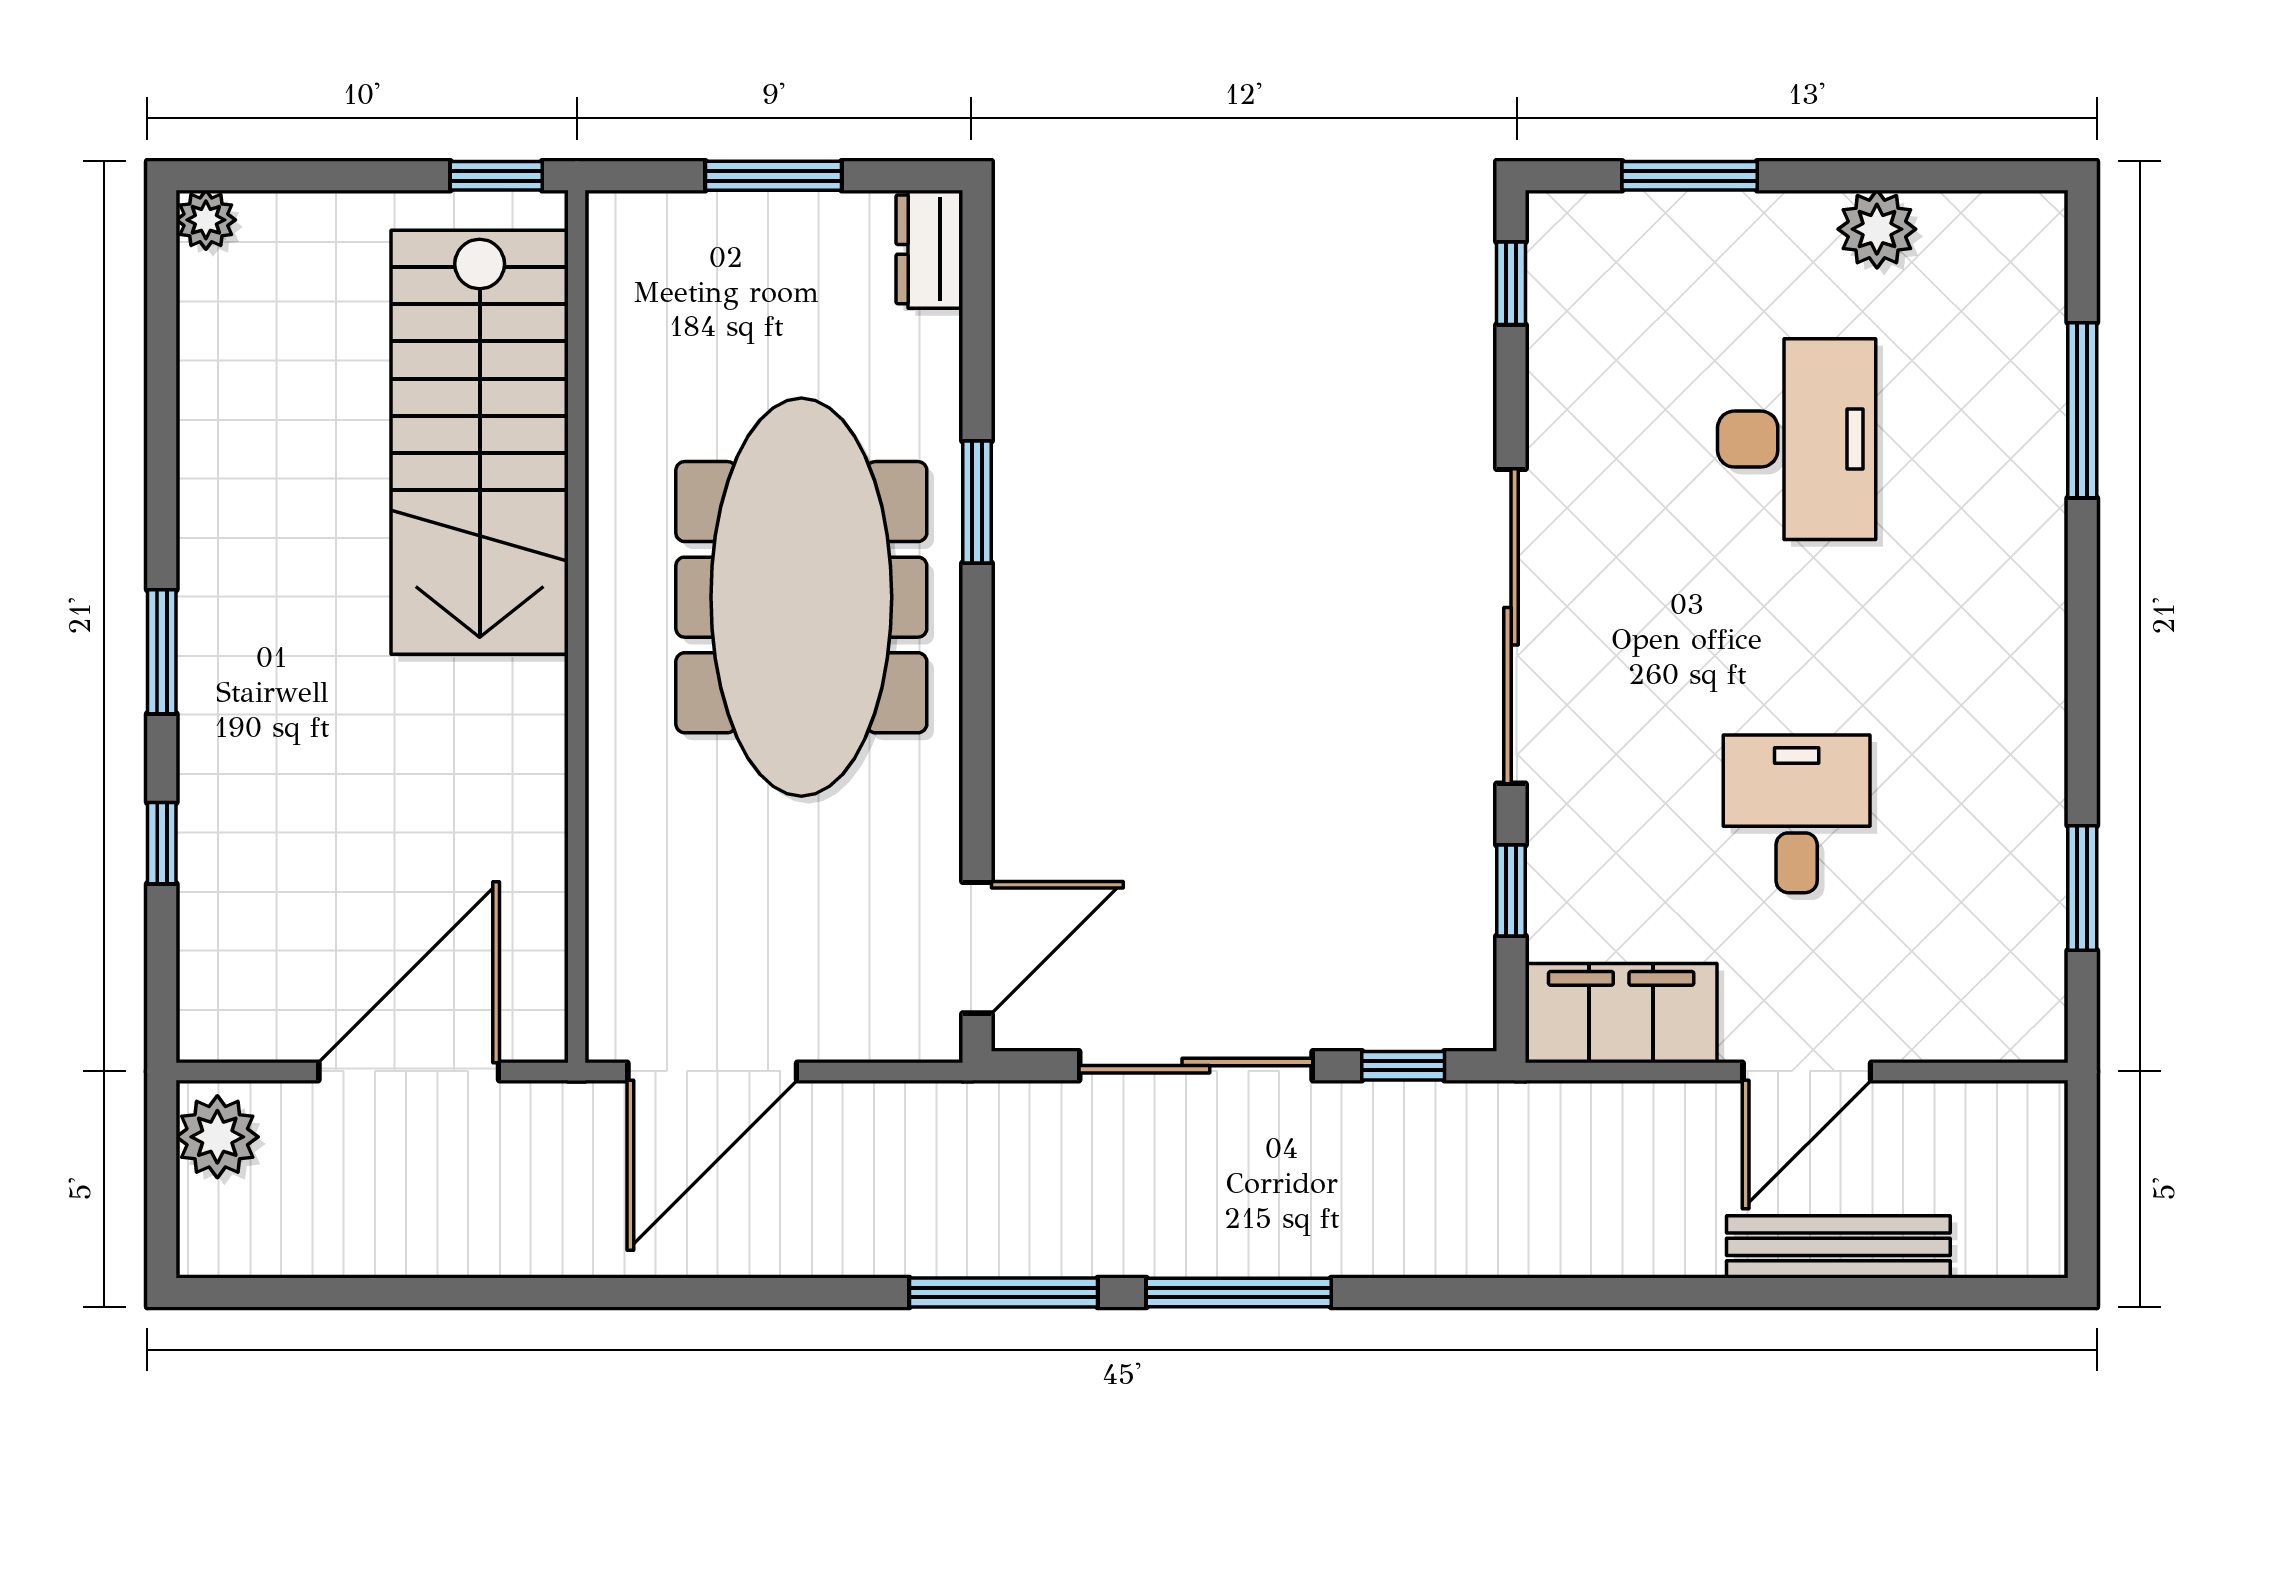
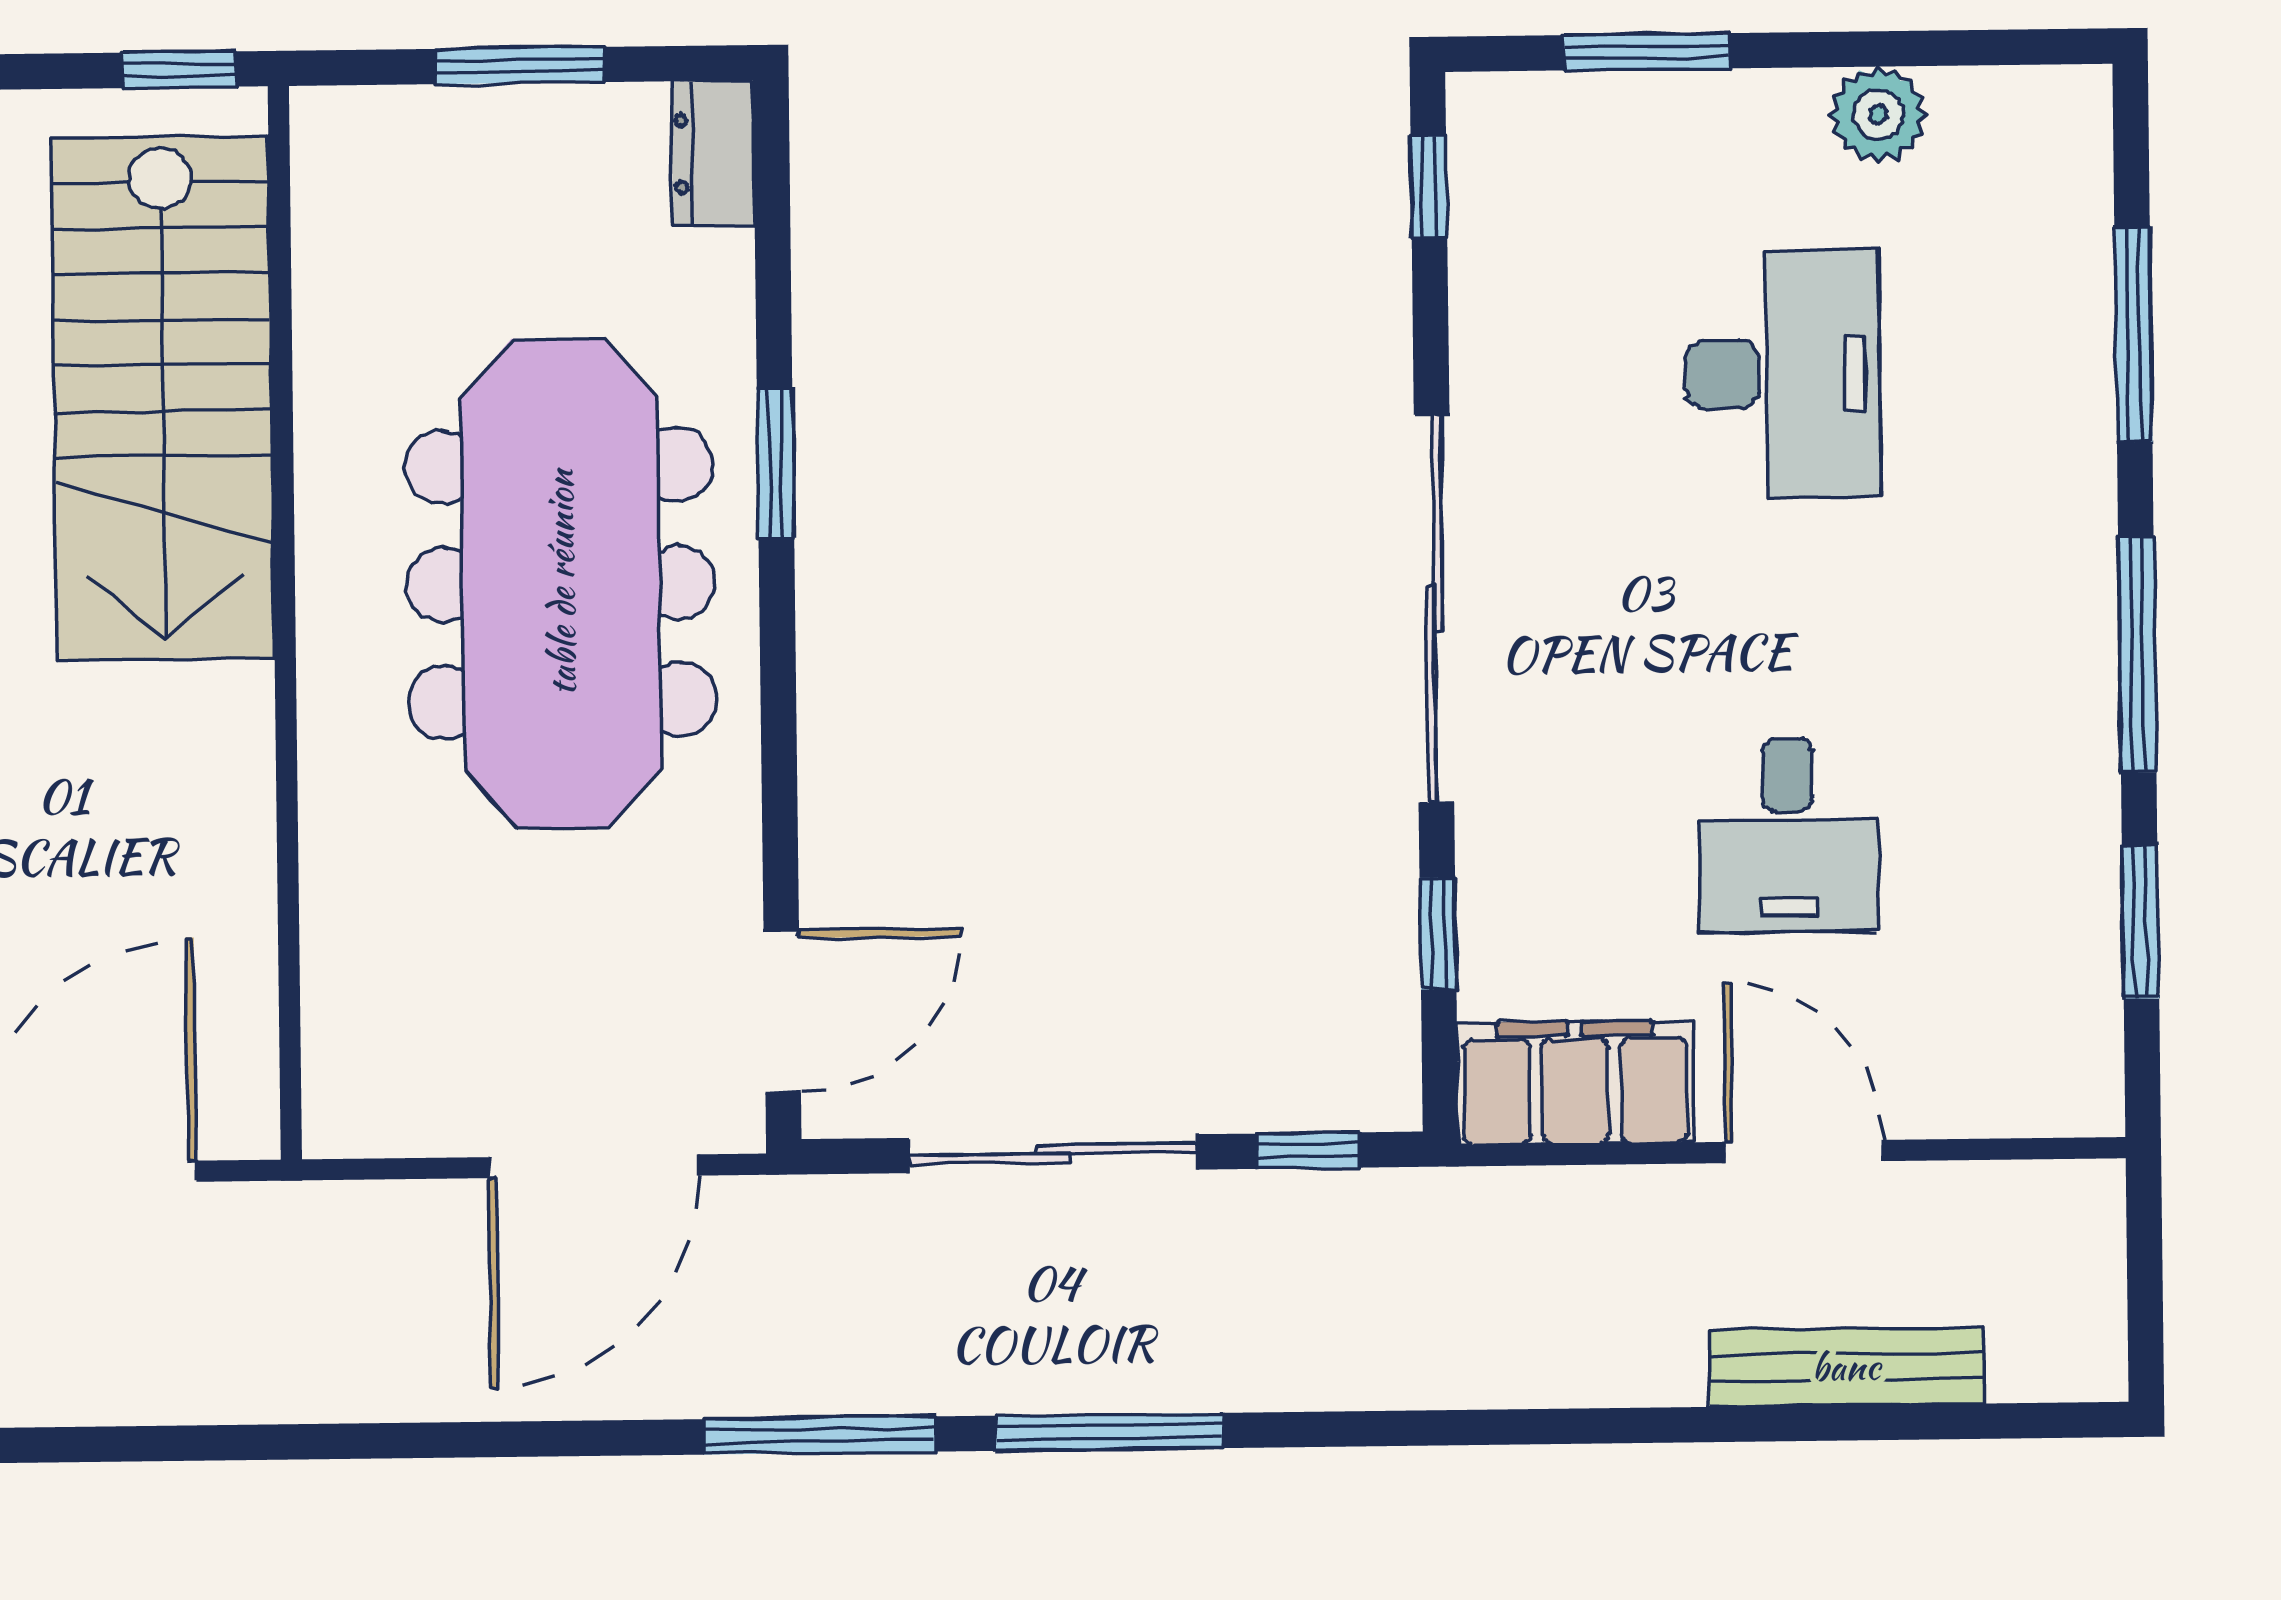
window: (2082, 671) -> (2137, 655), added
desk: (1797, 814) -> (1788, 835), turned 180
door: (712, 1071) -> (593, 1166), moved
door: (1807, 1071) -> (1805, 1152), swing flipped

